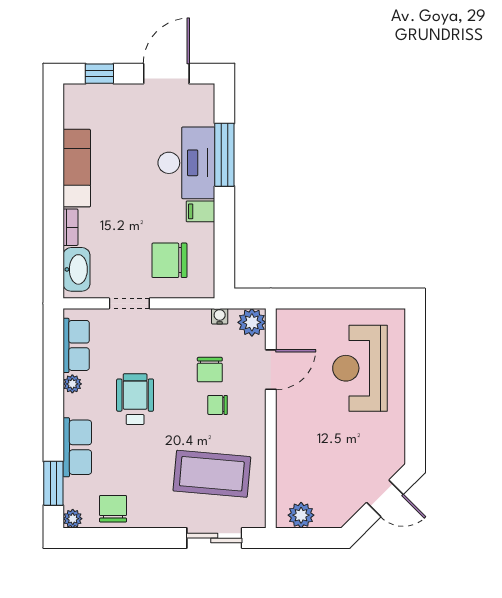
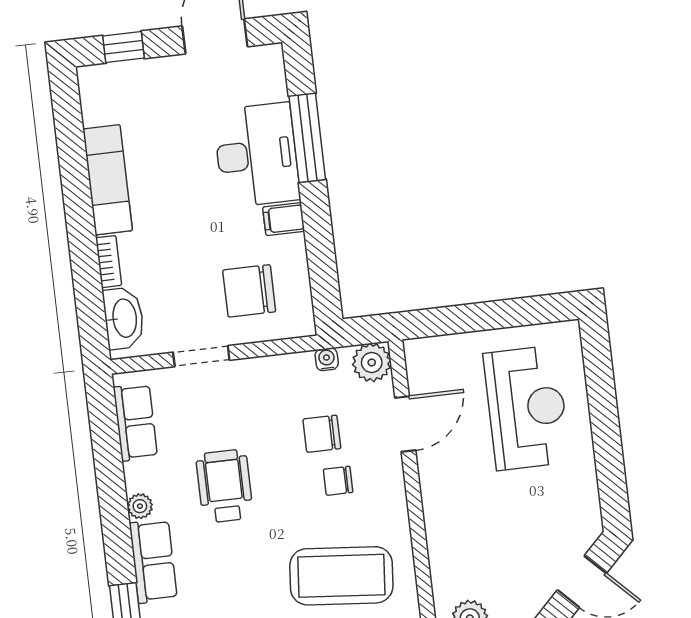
reception desk: (360, 368) -> (527, 408), turned 180
chair: (210, 370) -> (322, 434), turned 90
plant: (72, 384) -> (140, 506), moved

